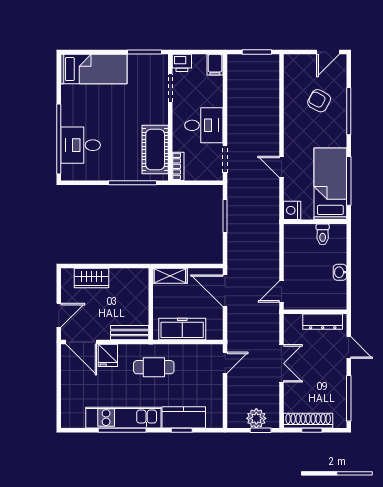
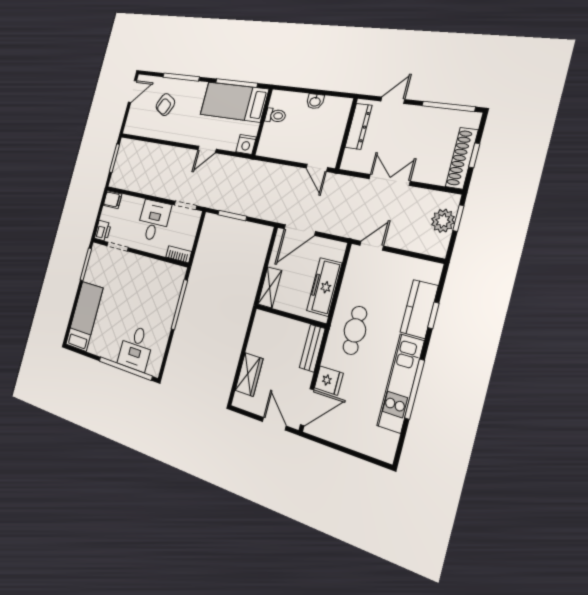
door: (328, 52) -> (132, 91), hinge flipped
cot: (155, 150) -> (159, 274), removed
door: (225, 363) -> (372, 246), hinge flipped

